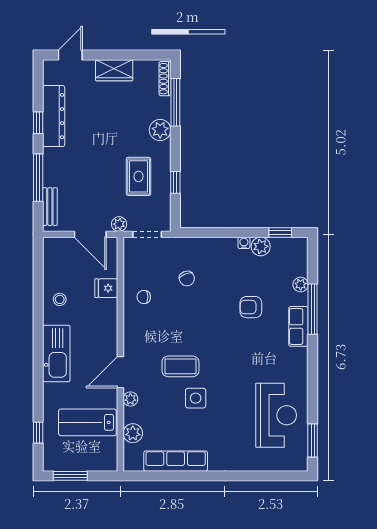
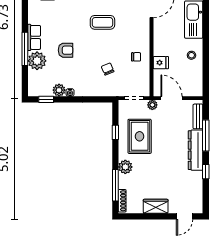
dresser: (54, 116) -> (196, 150), moved
rug: (139, 176) -> (140, 136), width x1.36, depth x1.43
plant: (301, 285) -> (37, 61), width x1.87, depth x1.87
coffee table: (180, 366) -> (102, 22), moved

